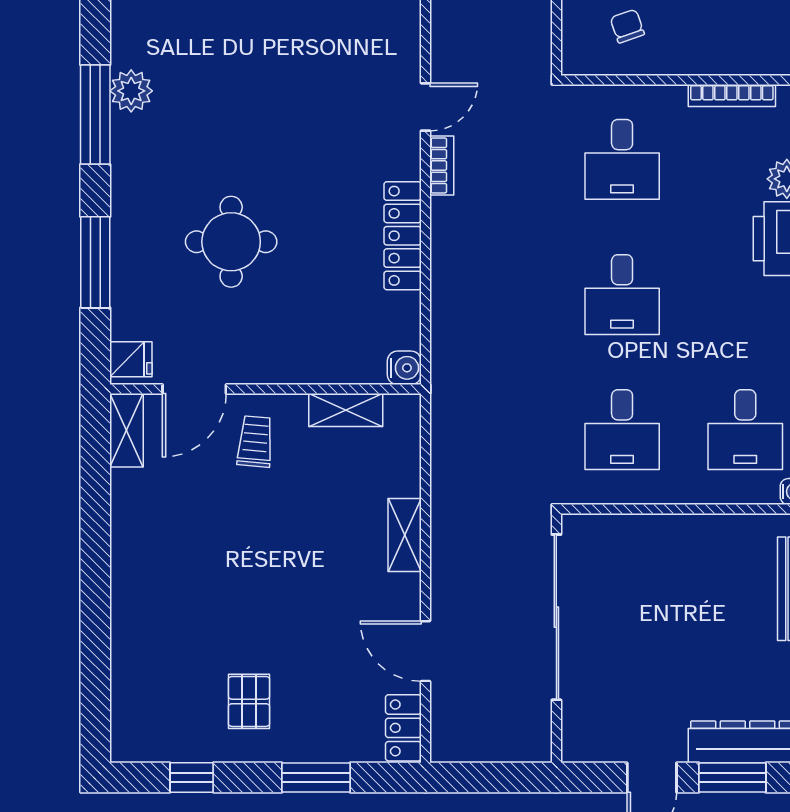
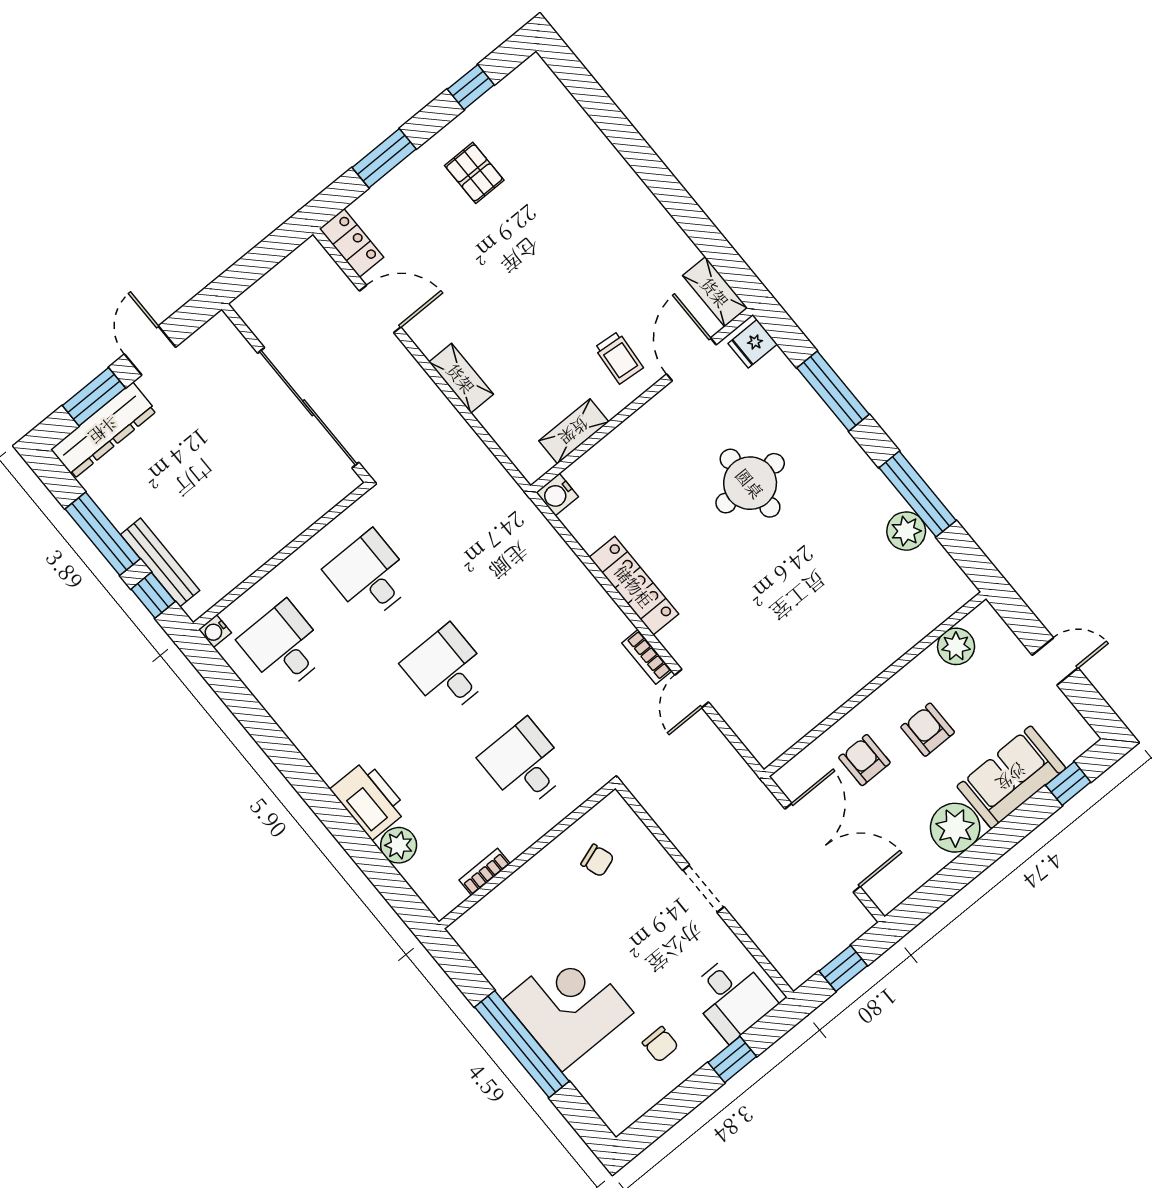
bookcase: (732, 95) -> (485, 872), width x0.64

